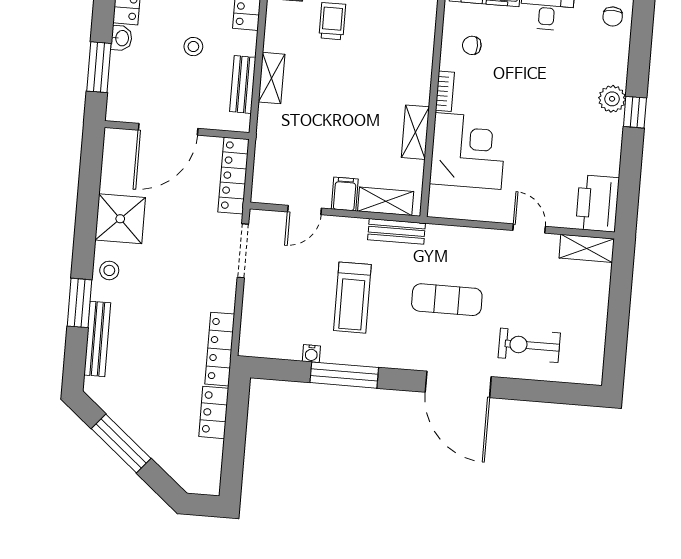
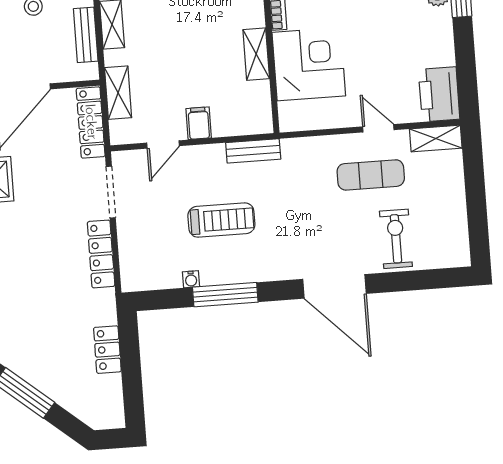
shelving: (386, 201) -> (118, 93), moved, turned 90
treadmill: (352, 298) -> (221, 220), turned -90
exercise mat: (447, 300) -> (371, 175), moved
exercise bike: (529, 345) -> (396, 239), turned 90
locker: (220, 349) -> (101, 254), moved

